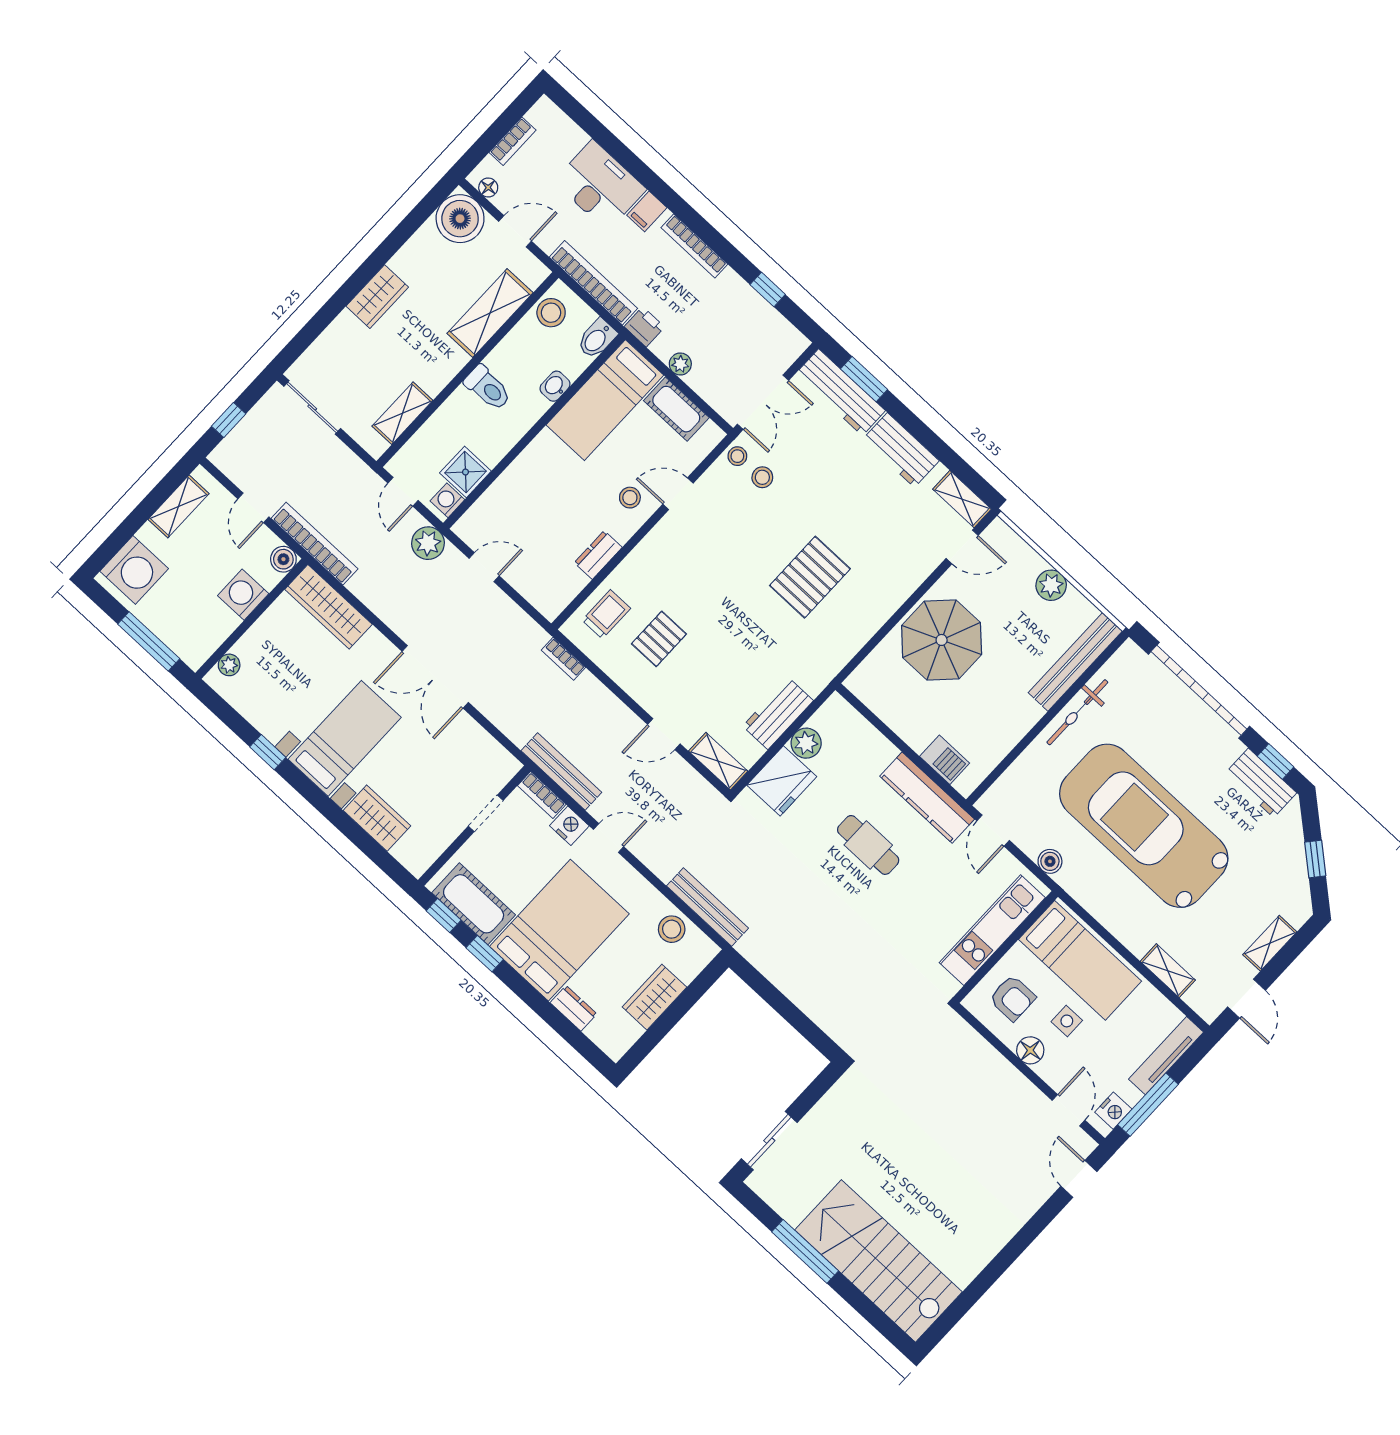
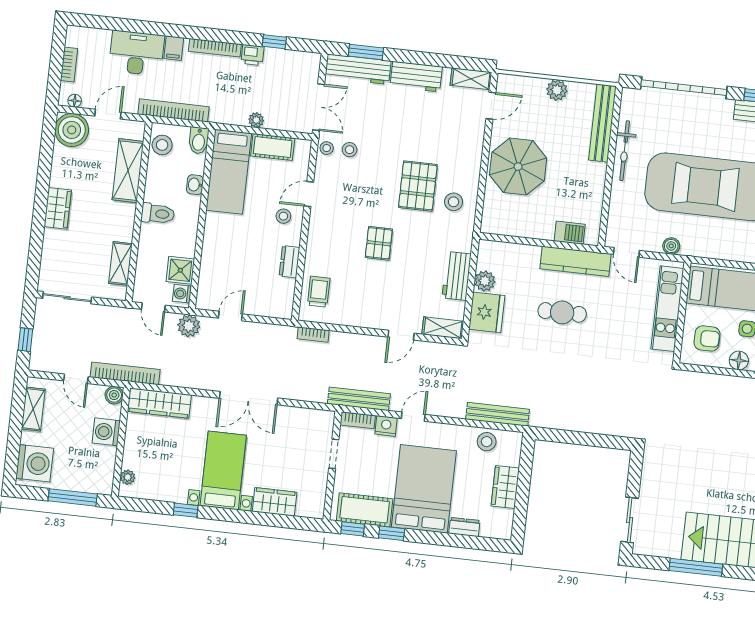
printer: (644, 327) -> (252, 55), moved, turned 180
stool: (837, 626) -> (454, 202), added
pallet: (659, 639) -> (379, 243), moved

